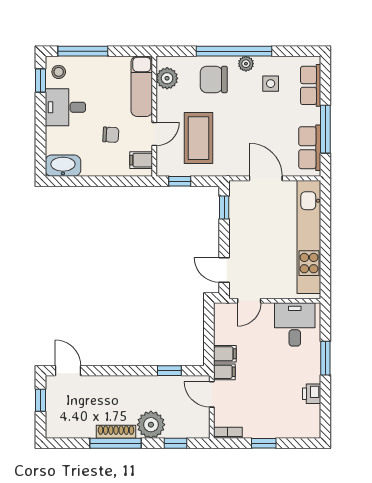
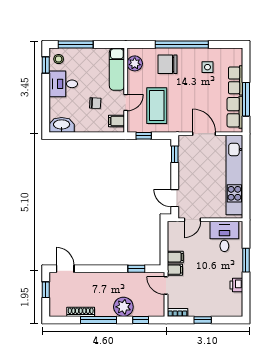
plant: (246, 64) -> (190, 53), removed
row of seats: (311, 85) -> (236, 80), moved
shoe rack: (116, 432) -> (81, 312), moved

